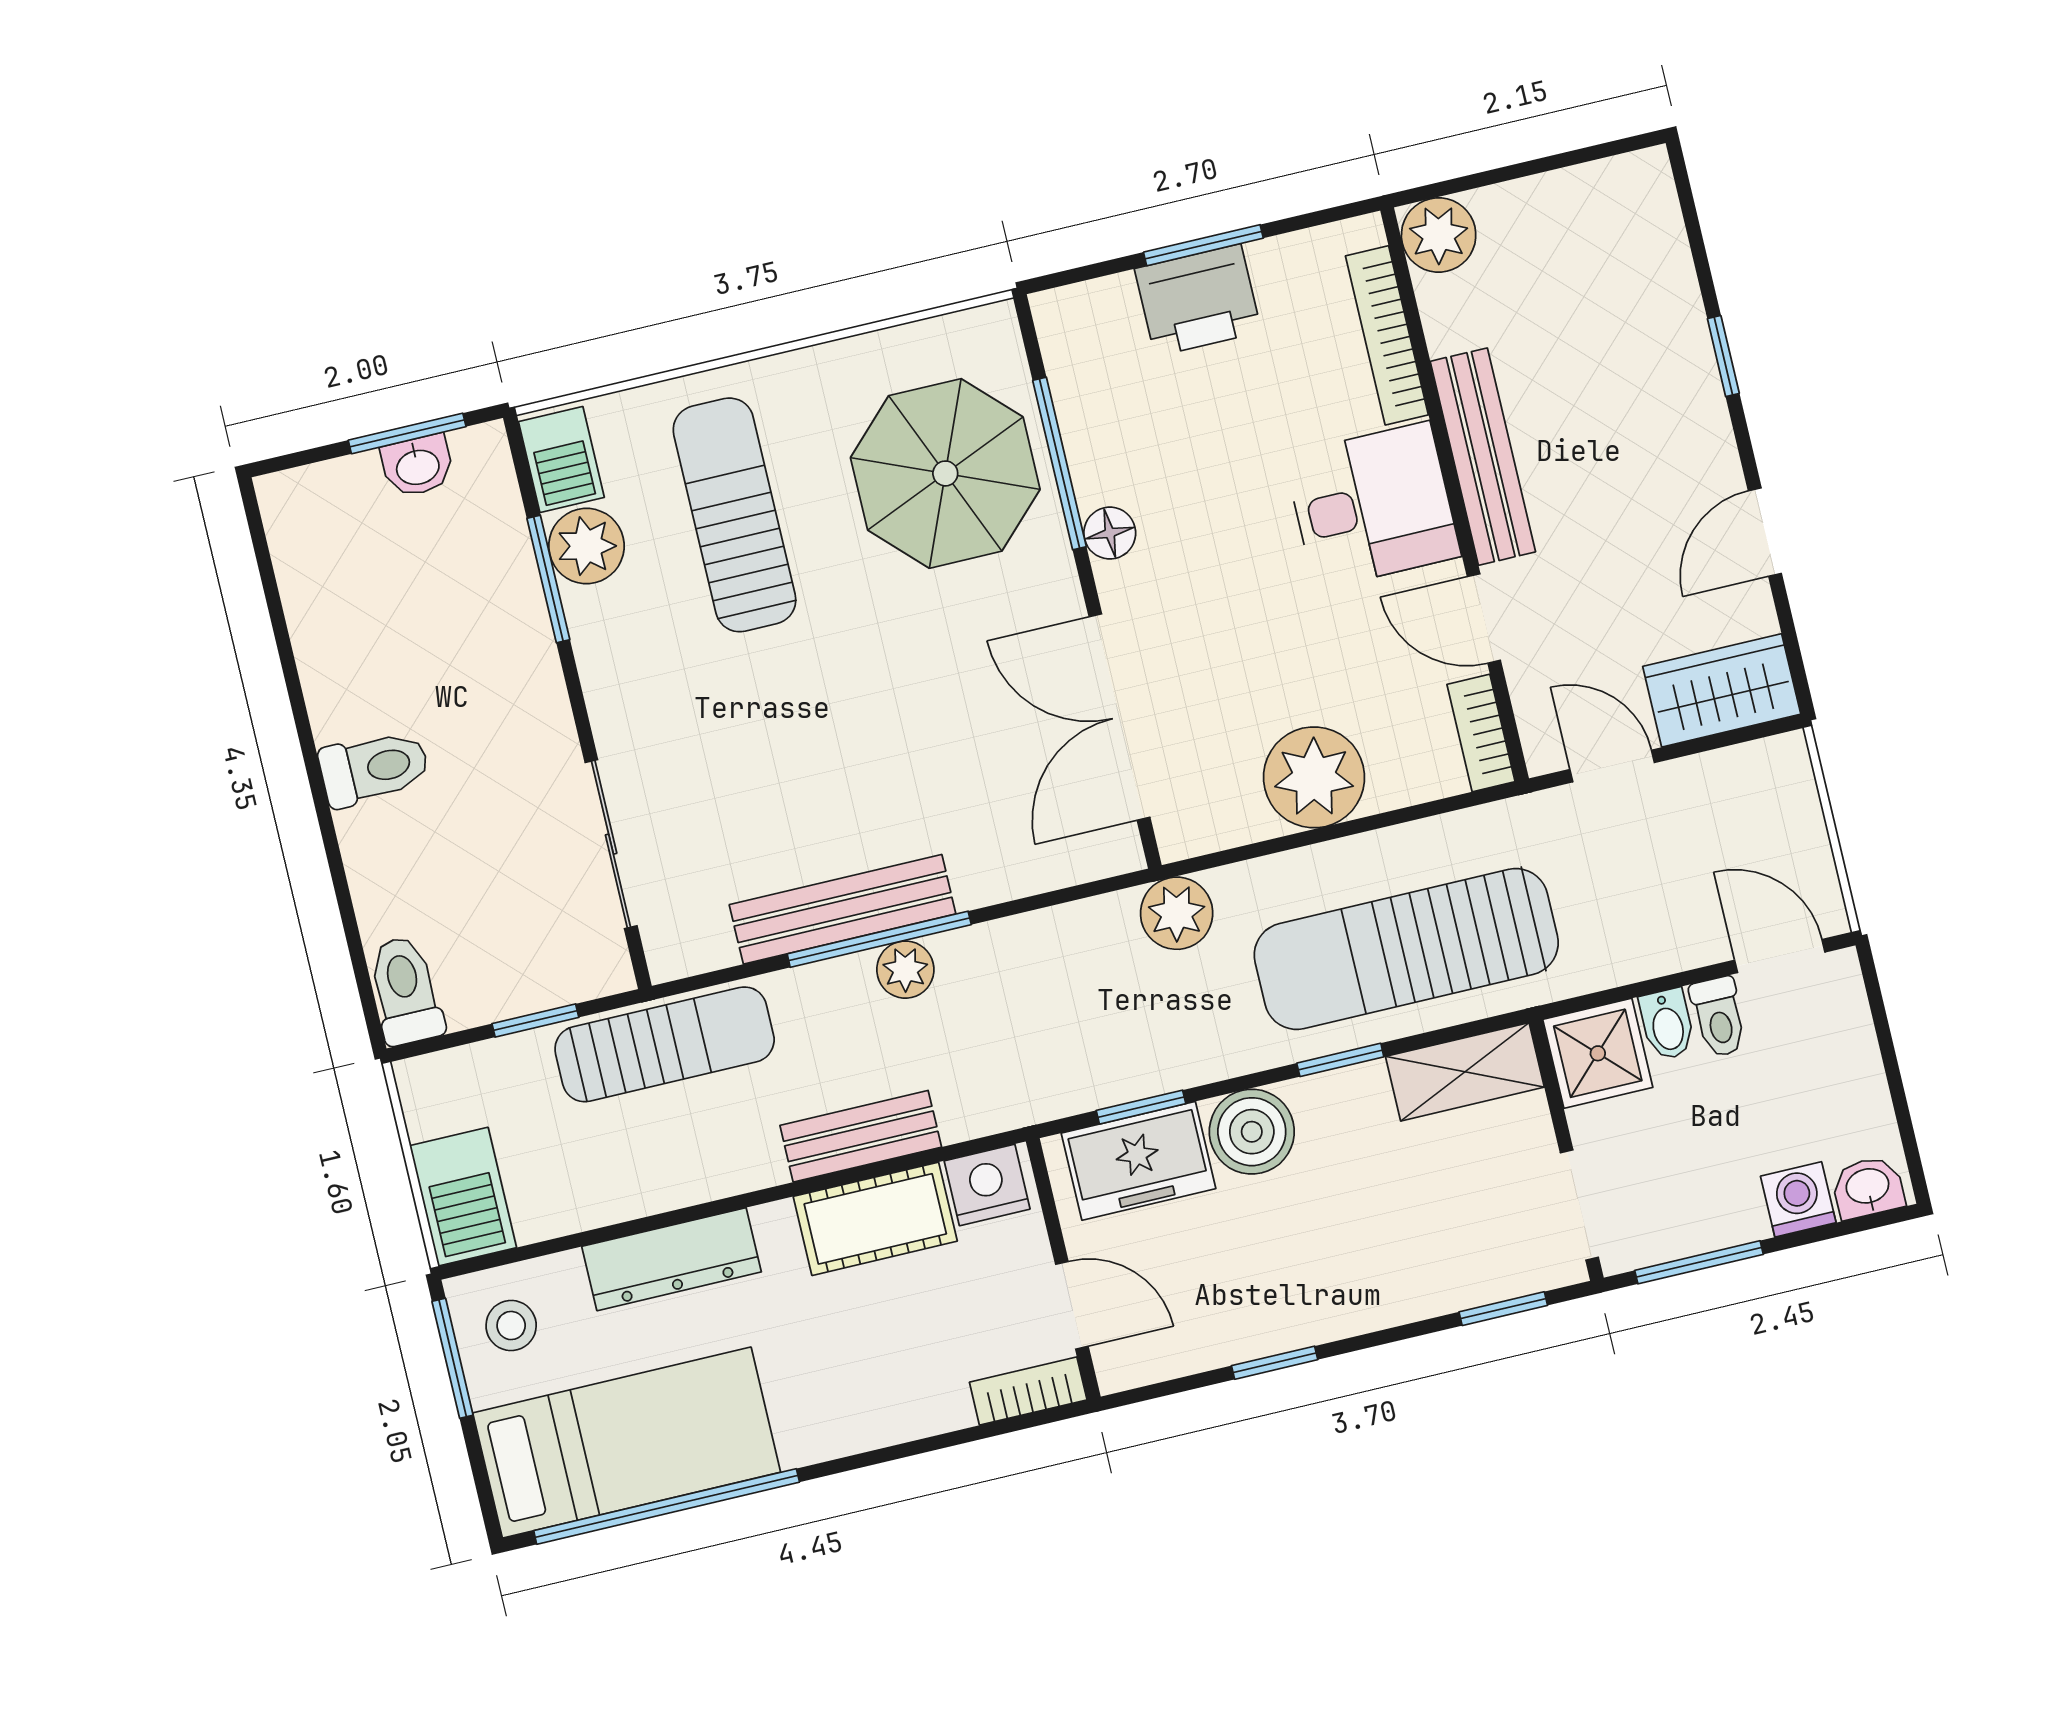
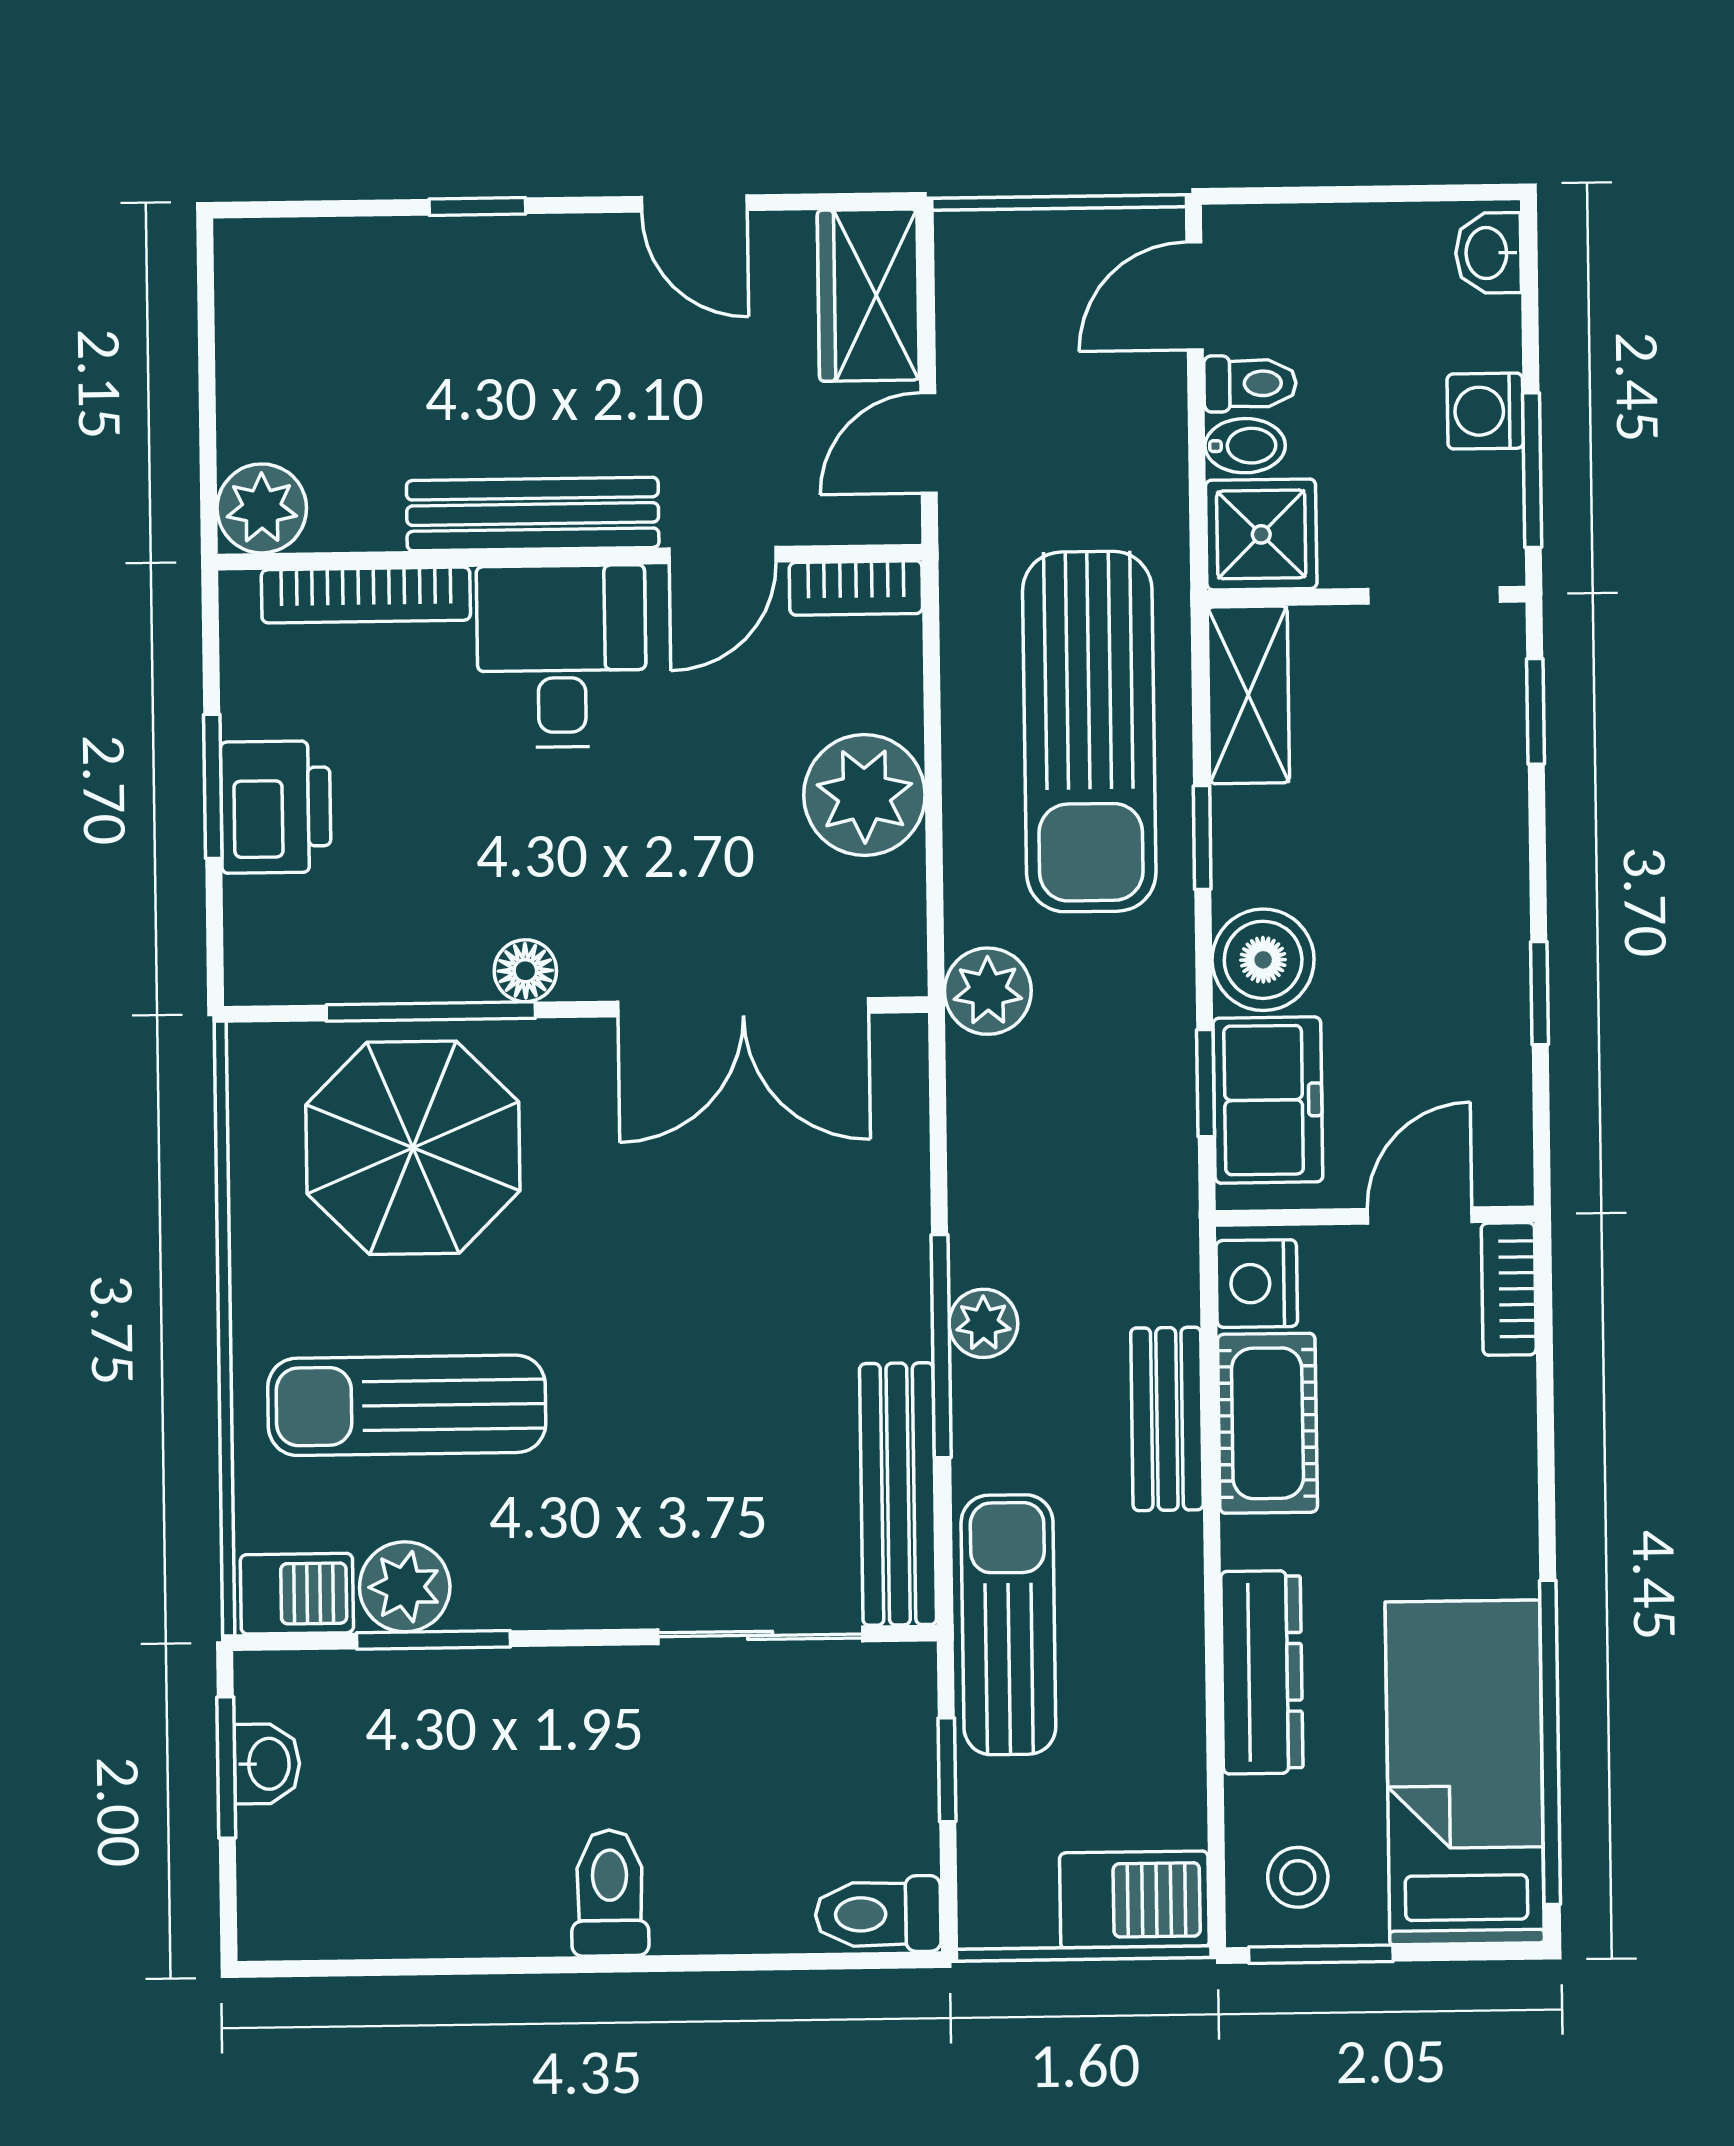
bench: (843, 909) -> (898, 1494), moved
washing machine: (1798, 1199) -> (1485, 411), moved

